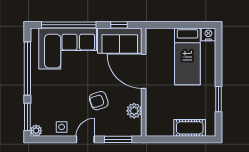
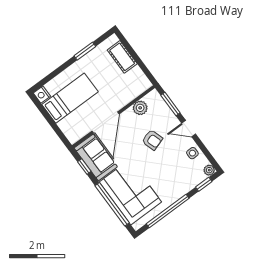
window: (27, 117) -> (204, 184), width x0.67

